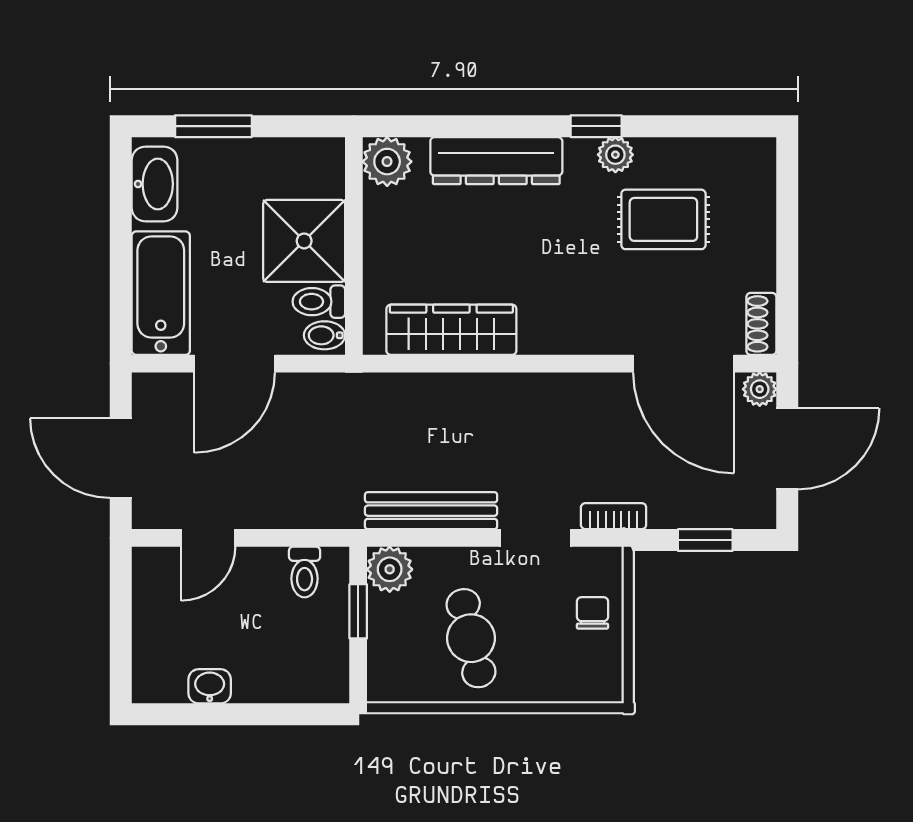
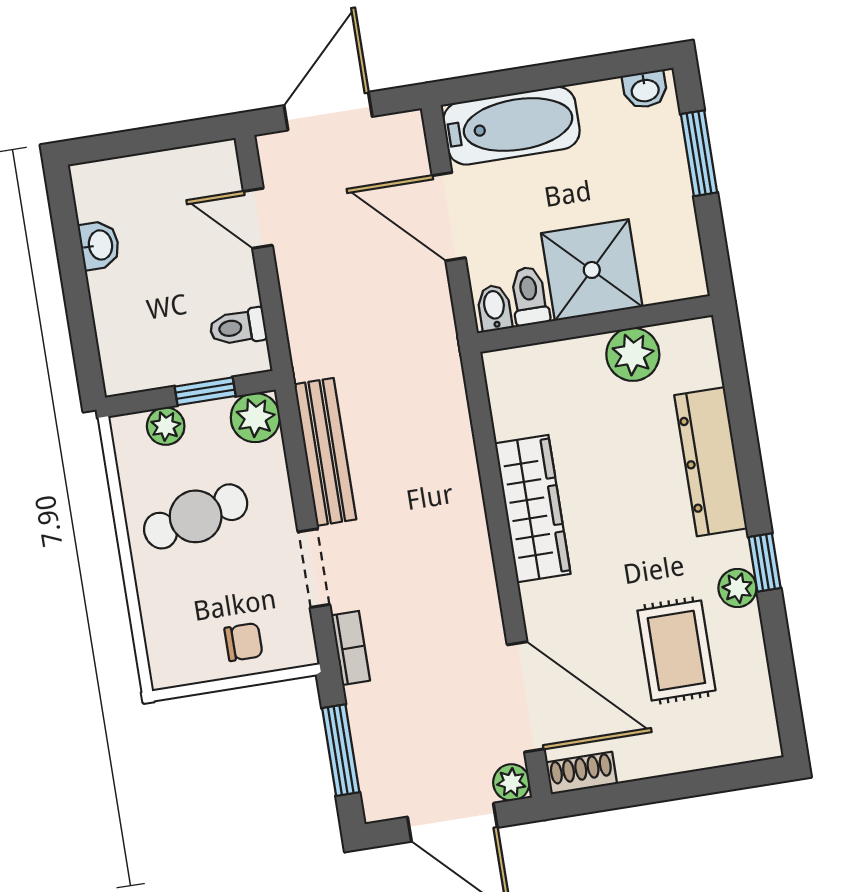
plant: (387, 162) -> (633, 354), moved
washbasin: (155, 184) -> (645, 90), width x0.52, depth x0.69
wardrobe: (451, 330) -> (533, 509), moved
door: (684, 364) -> (526, 697), swing flipped
window: (705, 540) -> (341, 750), width x1.50
plant: (384, 652) -> (166, 426), added

